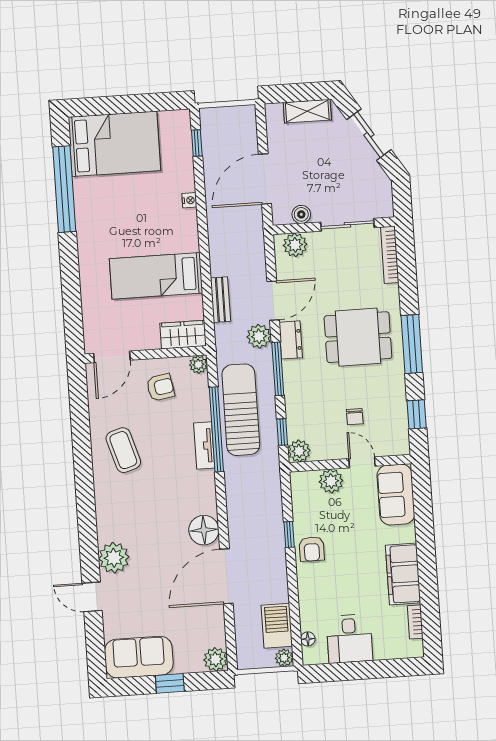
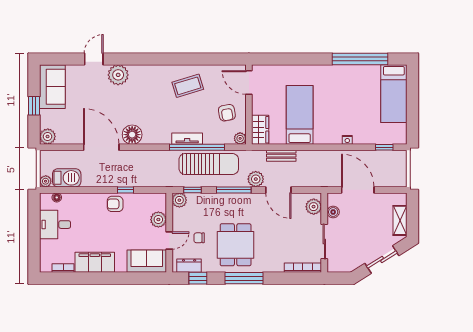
bed: (114, 144) -> (394, 94), width x0.67
dining table: (358, 337) -> (236, 245), moved
dresser: (291, 340) -> (189, 266), moved, turned 180

